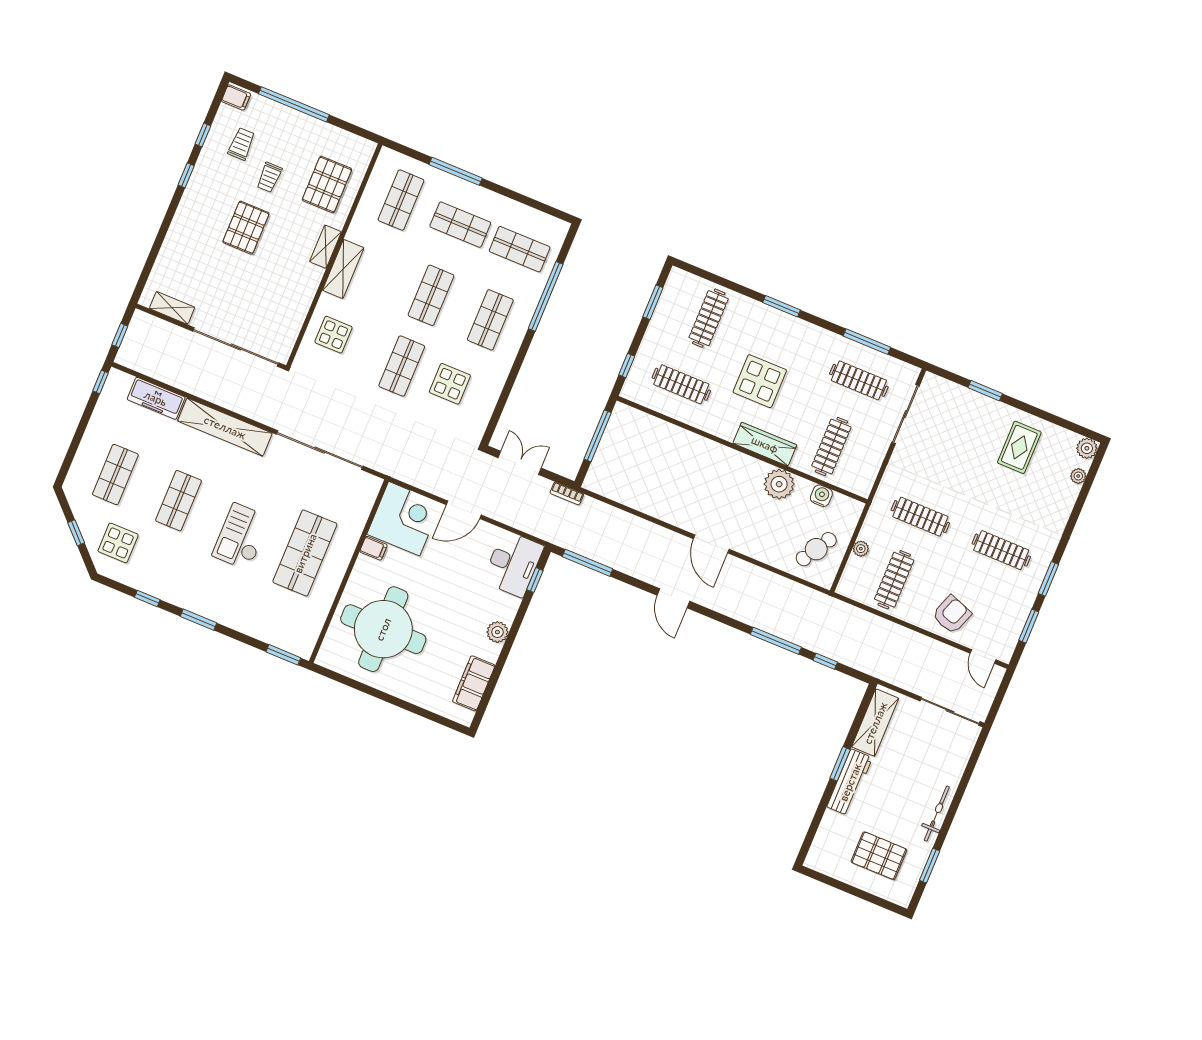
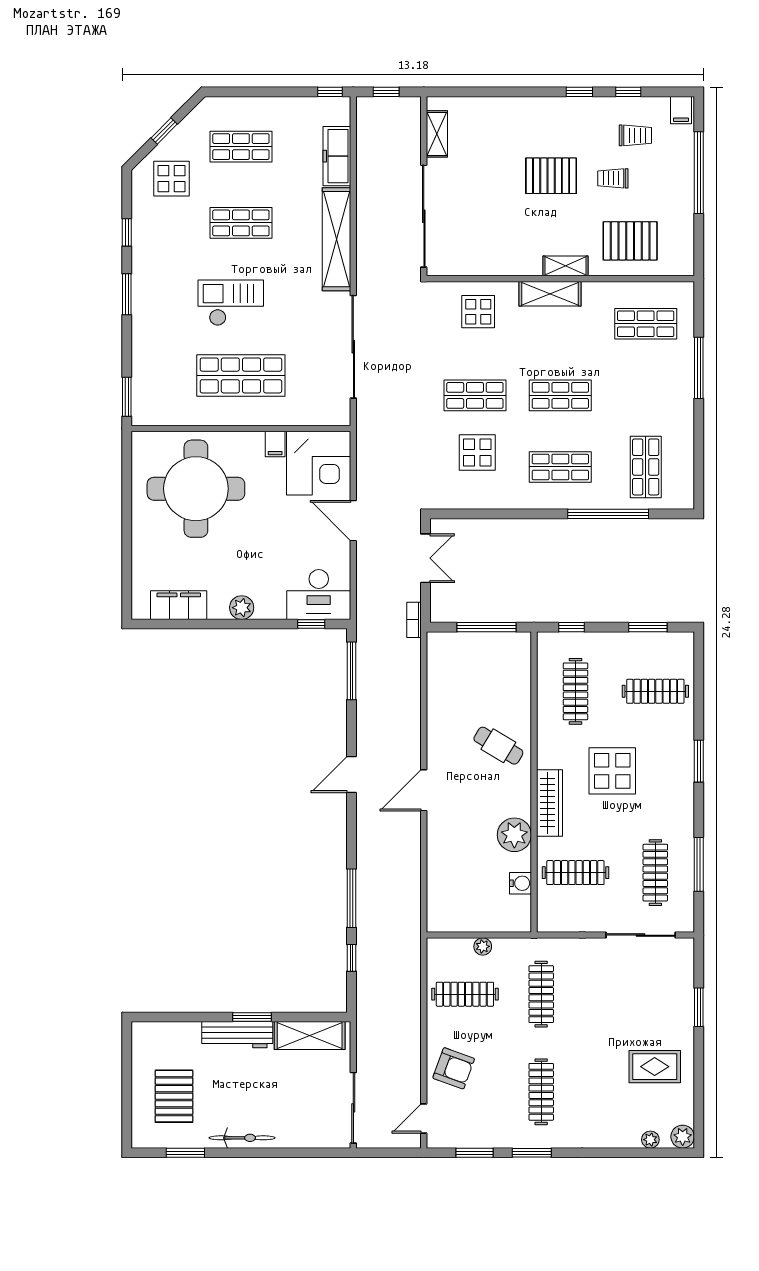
shop shelf: (460, 225) -> (646, 395), removed
cafe table: (816, 549) -> (498, 746), moved

